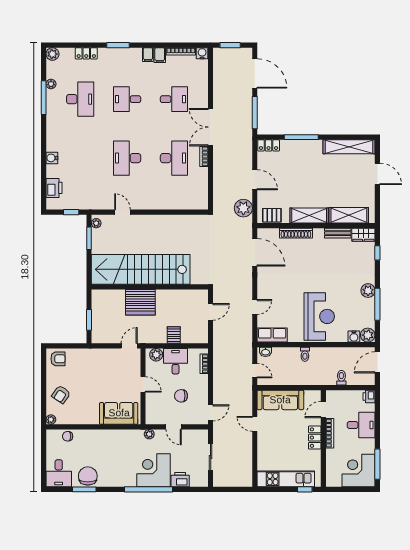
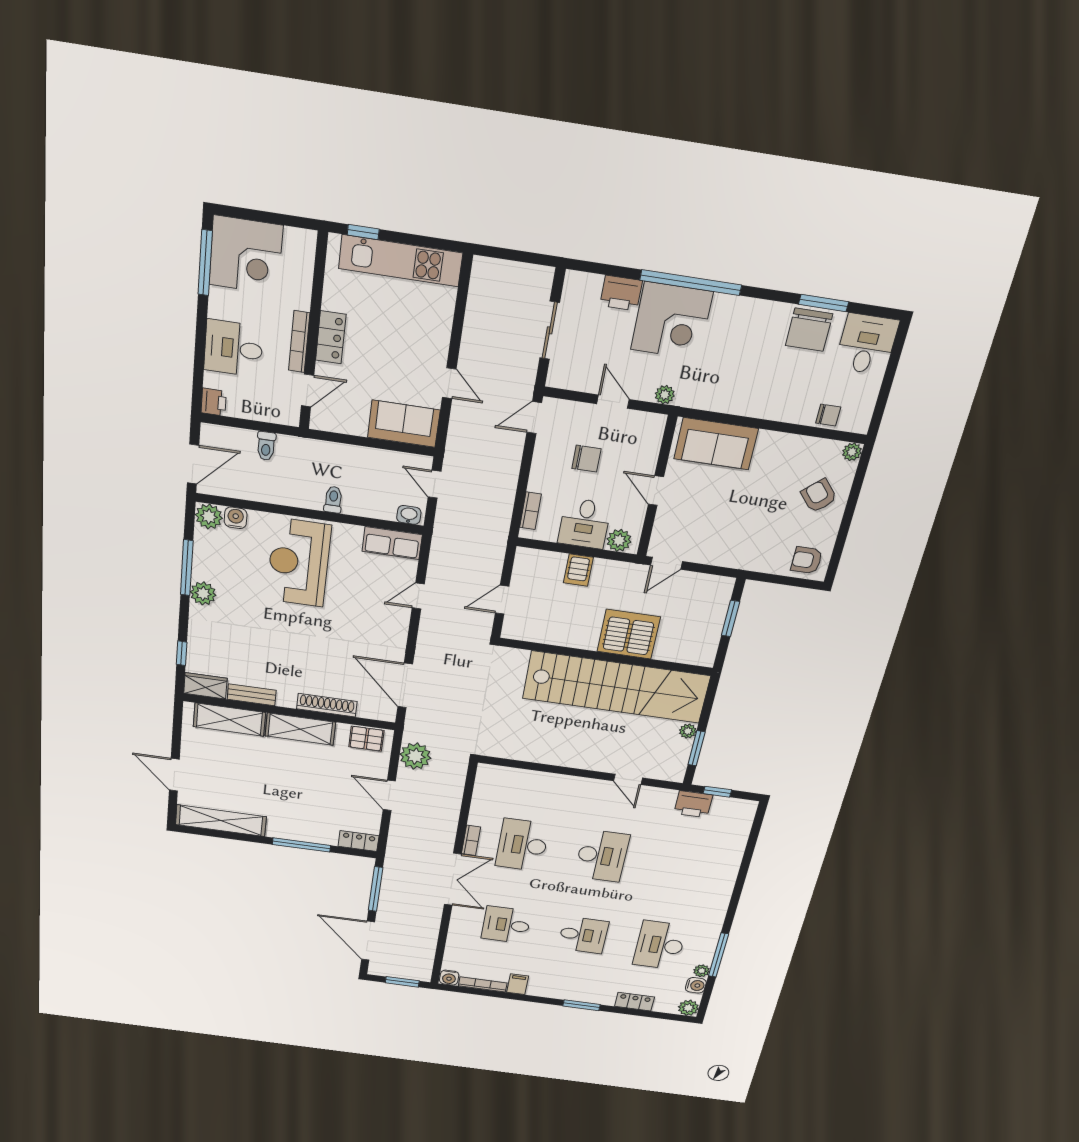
filing cabinet: (148, 55) -> (537, 987), removed
water cooler: (52, 158) -> (696, 985), moved
printer: (54, 188) -> (693, 804), moved, turned -90
plant: (96, 223) -> (688, 731), moved
armchair: (61, 394) -> (819, 496), turned -75
sofa: (280, 400) -> (404, 424), width x0.73

